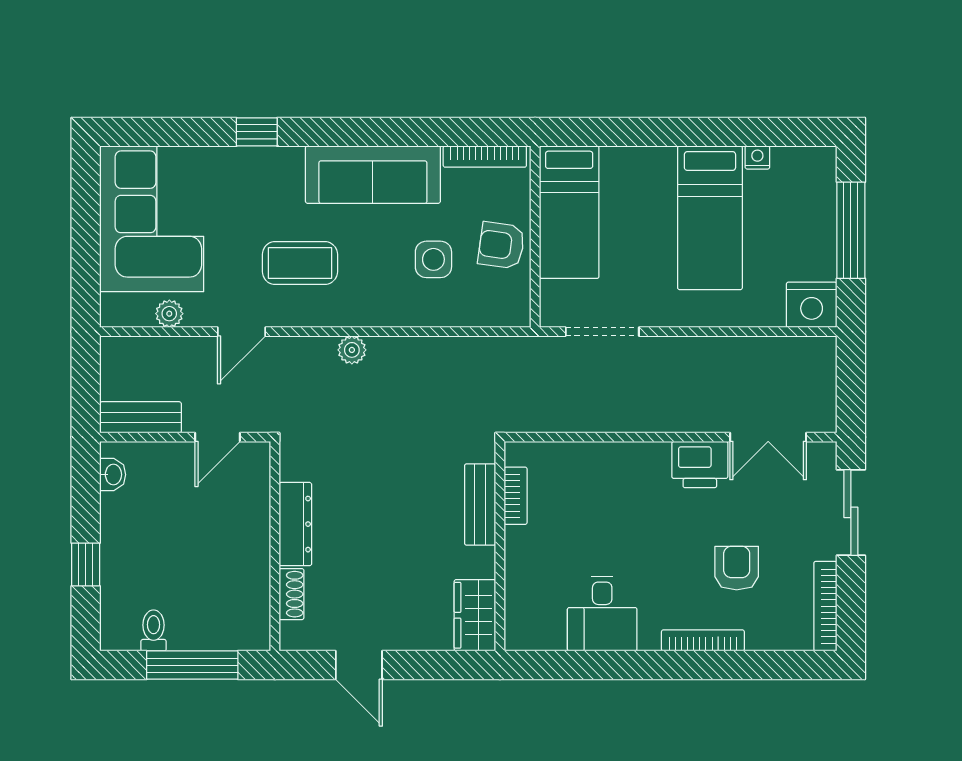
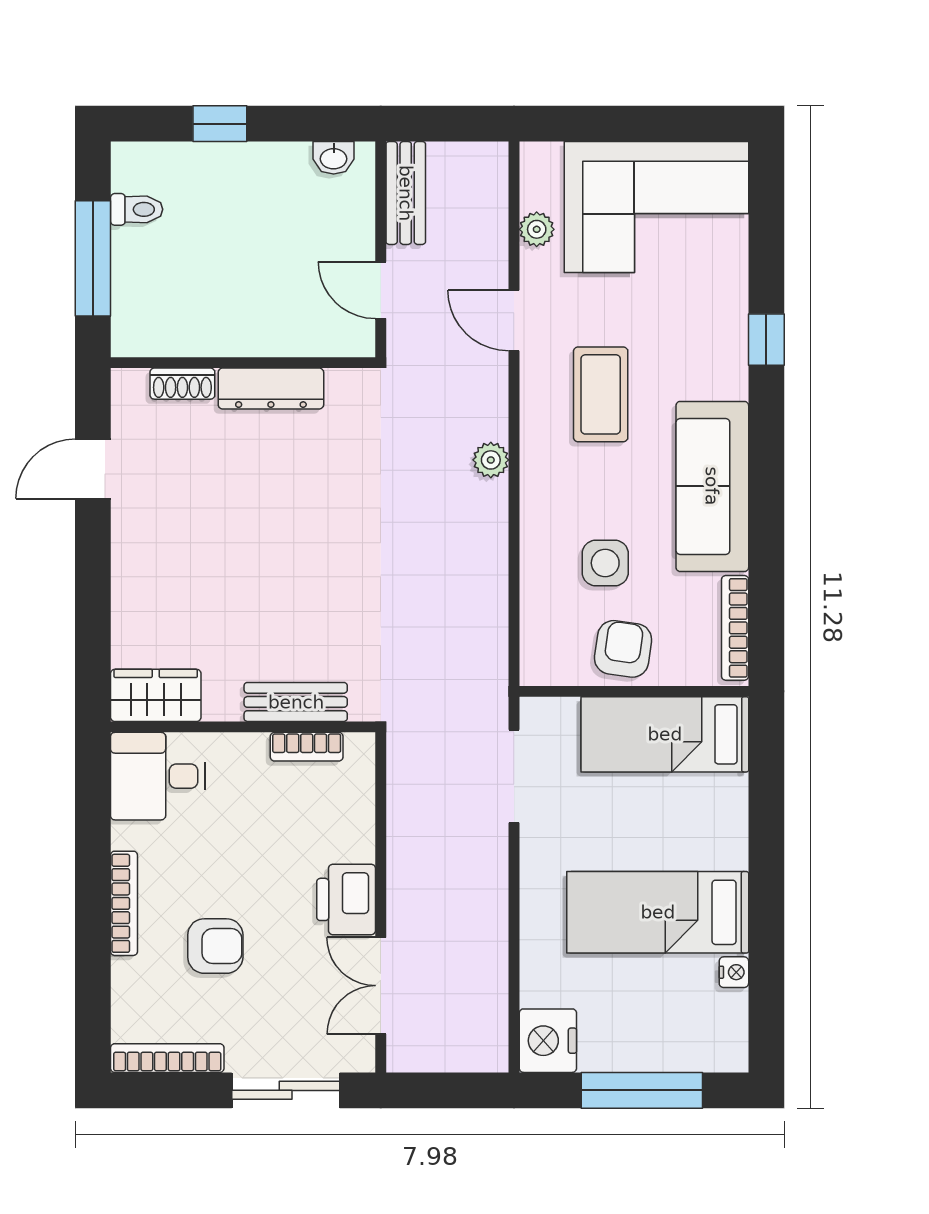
bookcase: (516, 496) -> (307, 747), moved
bench: (480, 504) -> (296, 702), moved
wall: (500, 546) -> (243, 727), moved
wardrobe: (475, 615) -> (156, 695), moved

